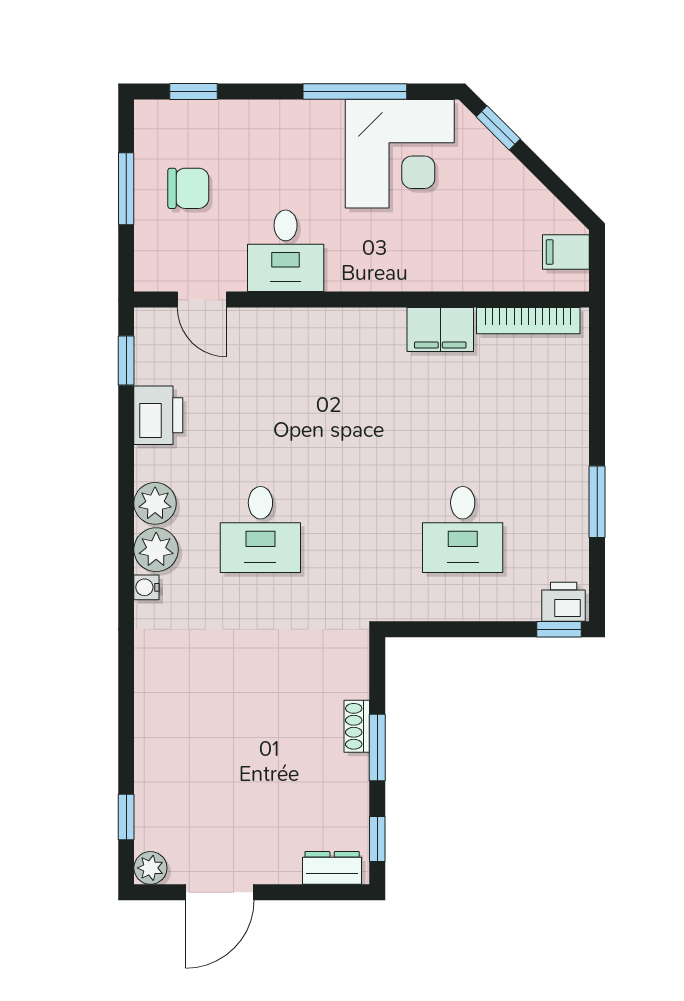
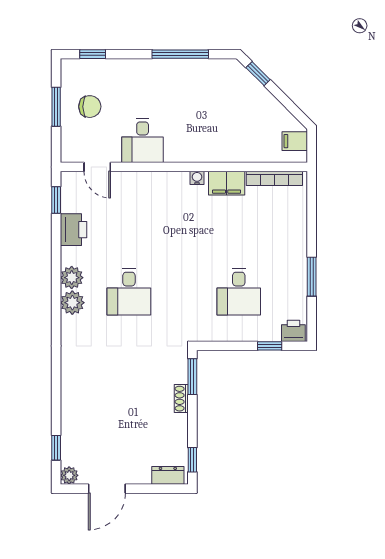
corner desk: (400, 154) -> (205, 88), removed
water cooler: (146, 587) -> (197, 178), moved, turned 90
window: (559, 629) -> (270, 346), moved
window: (377, 747) -> (192, 377), moved

